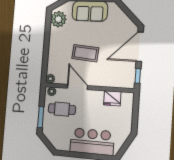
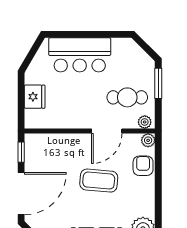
armchair: (55, 62) -> (143, 166), added
door: (77, 87) -> (107, 131), hinge flipped
fridge: (112, 98) -> (35, 97), moved, turned 90

